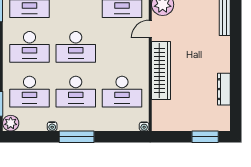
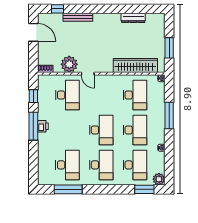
wardrobe: (161, 70) -> (135, 66), moved
window: (77, 137) -> (169, 115), moved
window: (205, 137) -> (169, 48), moved

